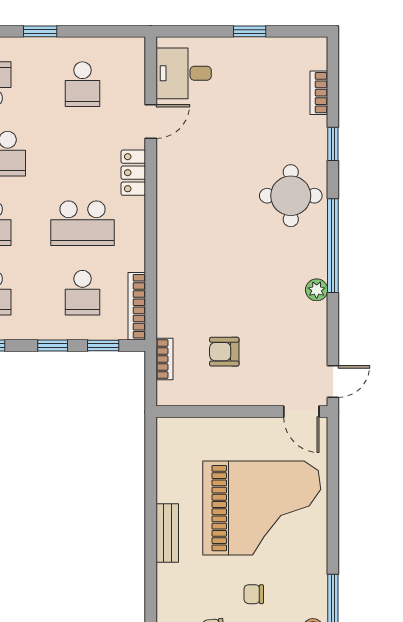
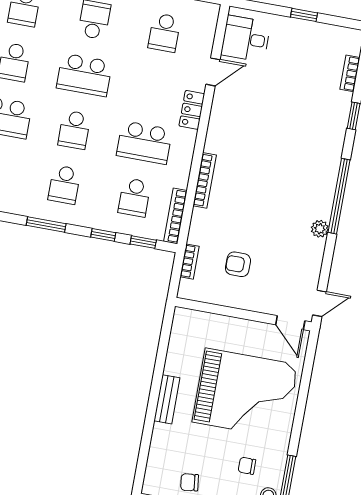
round table: (291, 196) -> (313, 151), removed
bookcase: (165, 256) -> (205, 180), added
chair: (254, 594) -> (247, 466), moved

